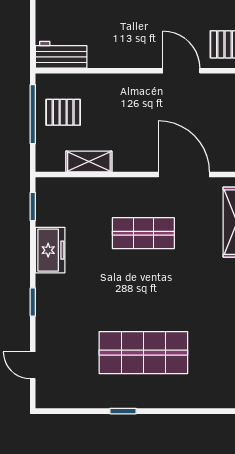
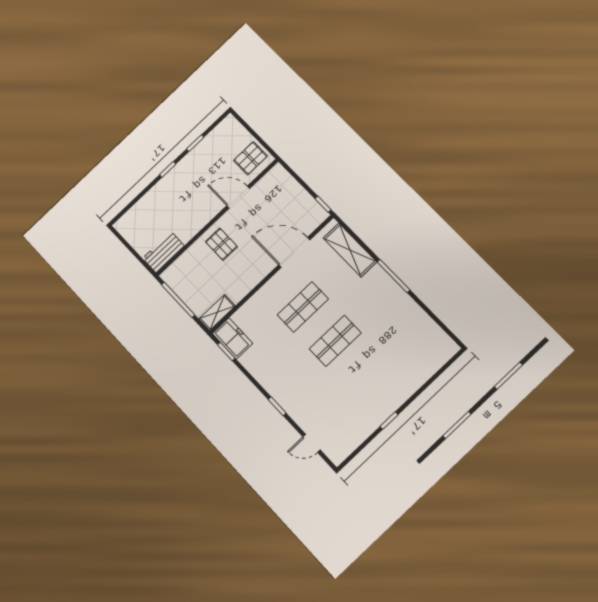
pallet: (63, 112) -> (221, 244), moved, turned 90
shelving: (89, 162) -> (217, 312), moved
freezer: (50, 250) -> (233, 338), moved
shop shelf: (143, 353) -> (335, 341), moved, width x0.70, depth x0.74

